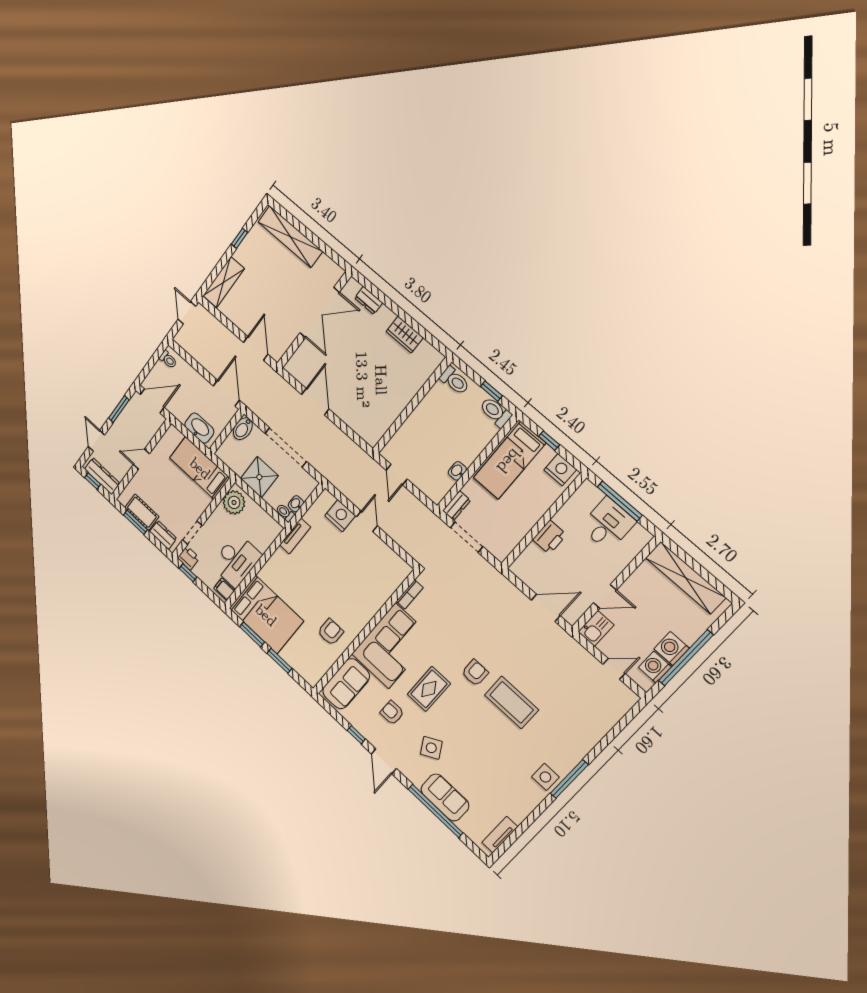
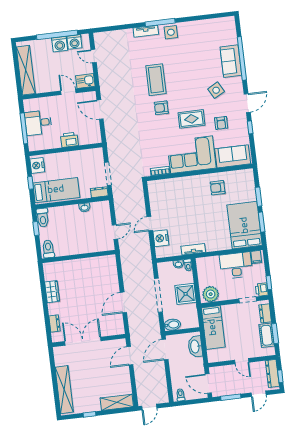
tv unit: (500, 835) -> (146, 31), moved

